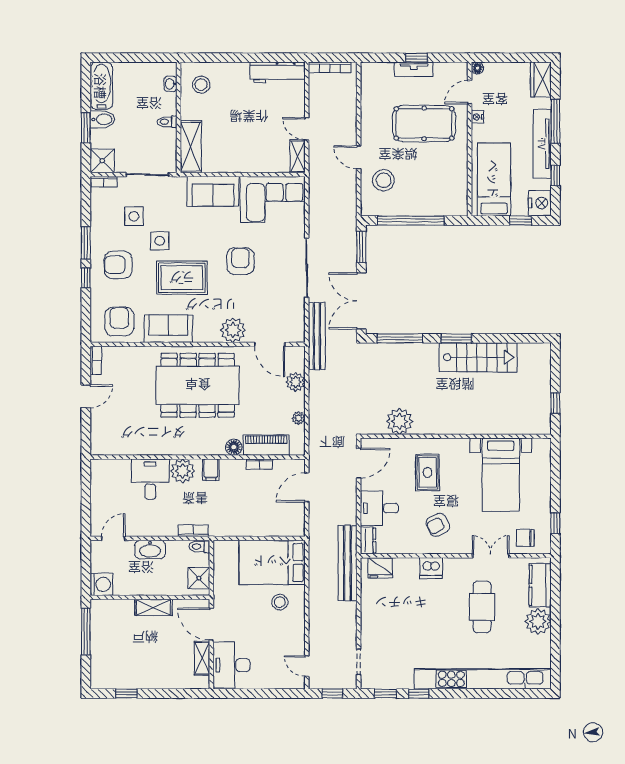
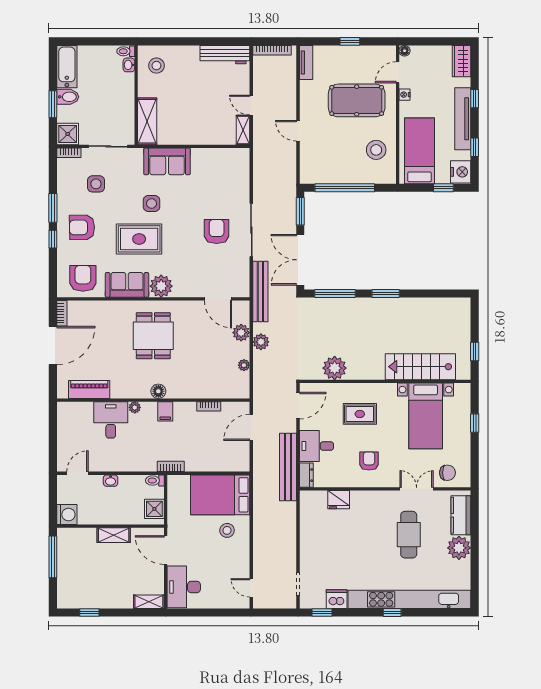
tv unit: (414, 69) -> (306, 62), moved, turned -90
window: (555, 121) -> (475, 99), width x0.46
toilet: (167, 122) -> (126, 51), moved
stool: (383, 180) -> (376, 150), moved
corner sofa: (273, 199) -> (221, 169), removed
side table: (160, 241) -> (152, 203), moved
armchair: (240, 261) -> (217, 231), moved
plant: (233, 330) -> (161, 286), moved
stairs: (478, 357) -> (420, 367), moved, turned 180
dining table: (198, 385) -> (153, 336), width x0.53, depth x0.80
plant: (317, 392) -> (261, 342), added
door: (86, 396) -> (53, 346), width x1.88
piano: (266, 445) -> (89, 389), moved
floor lamp: (234, 447) -> (158, 391), moved
plant: (183, 471) -> (135, 407), width x0.53, depth x0.53
rug: (428, 473) -> (360, 414), turned 90
window: (555, 523) -> (475, 423), moved
armchair: (438, 525) -> (369, 461), turned 116
bookcase: (193, 531) -> (171, 466), moved
chair: (525, 538) -> (447, 473), turned 180
washbasin: (150, 550) -> (111, 481), width x0.52, depth x0.69
bench: (348, 563) -> (288, 467), moved
fridge: (380, 568) -> (339, 500), moved
dishwasher: (431, 568) -> (337, 599), moved, turned 180
shelving: (202, 658) -> (149, 602), moved, turned 90
window: (332, 694) -> (274, 613), removed
window: (419, 694) -> (392, 613), moved

